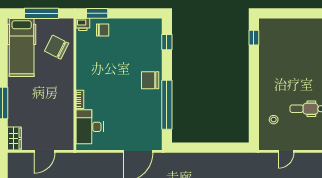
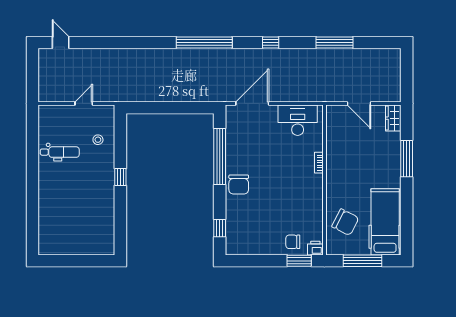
window: (254, 38) -> (120, 177), moved
chair: (150, 80) -> (239, 185), turned 90
desk: (90, 127) -> (298, 120), moved, turned -90
door: (44, 151) -> (359, 103), swing flipped

